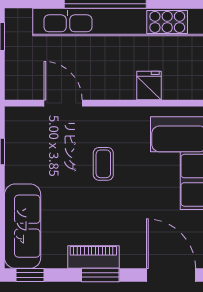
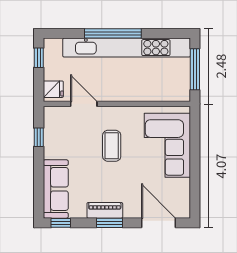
fridge: (149, 86) -> (53, 89), moved, turned 90
coffee table: (103, 164) -> (112, 146), width x1.36, depth x1.30

